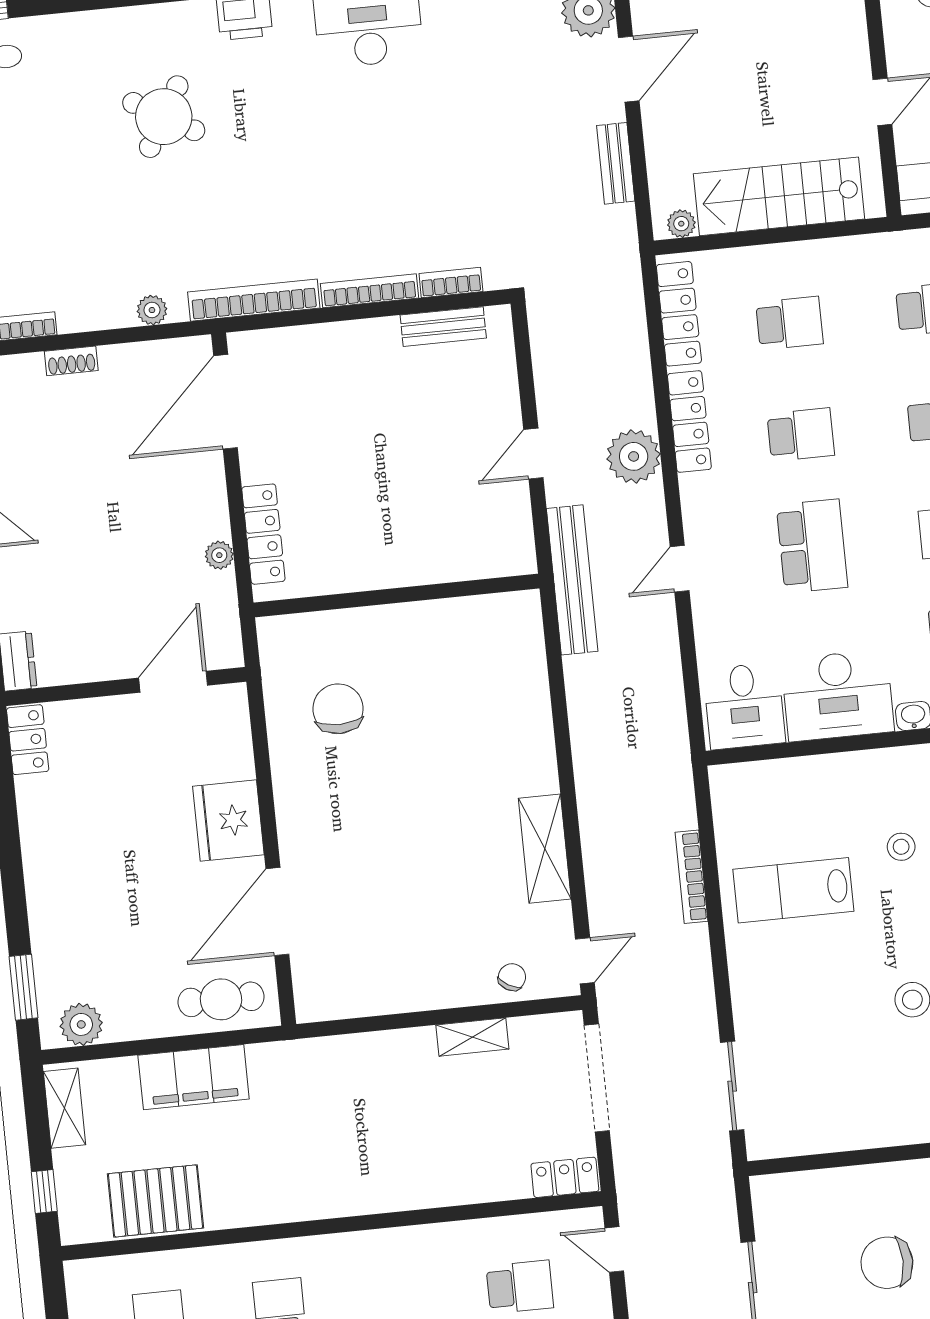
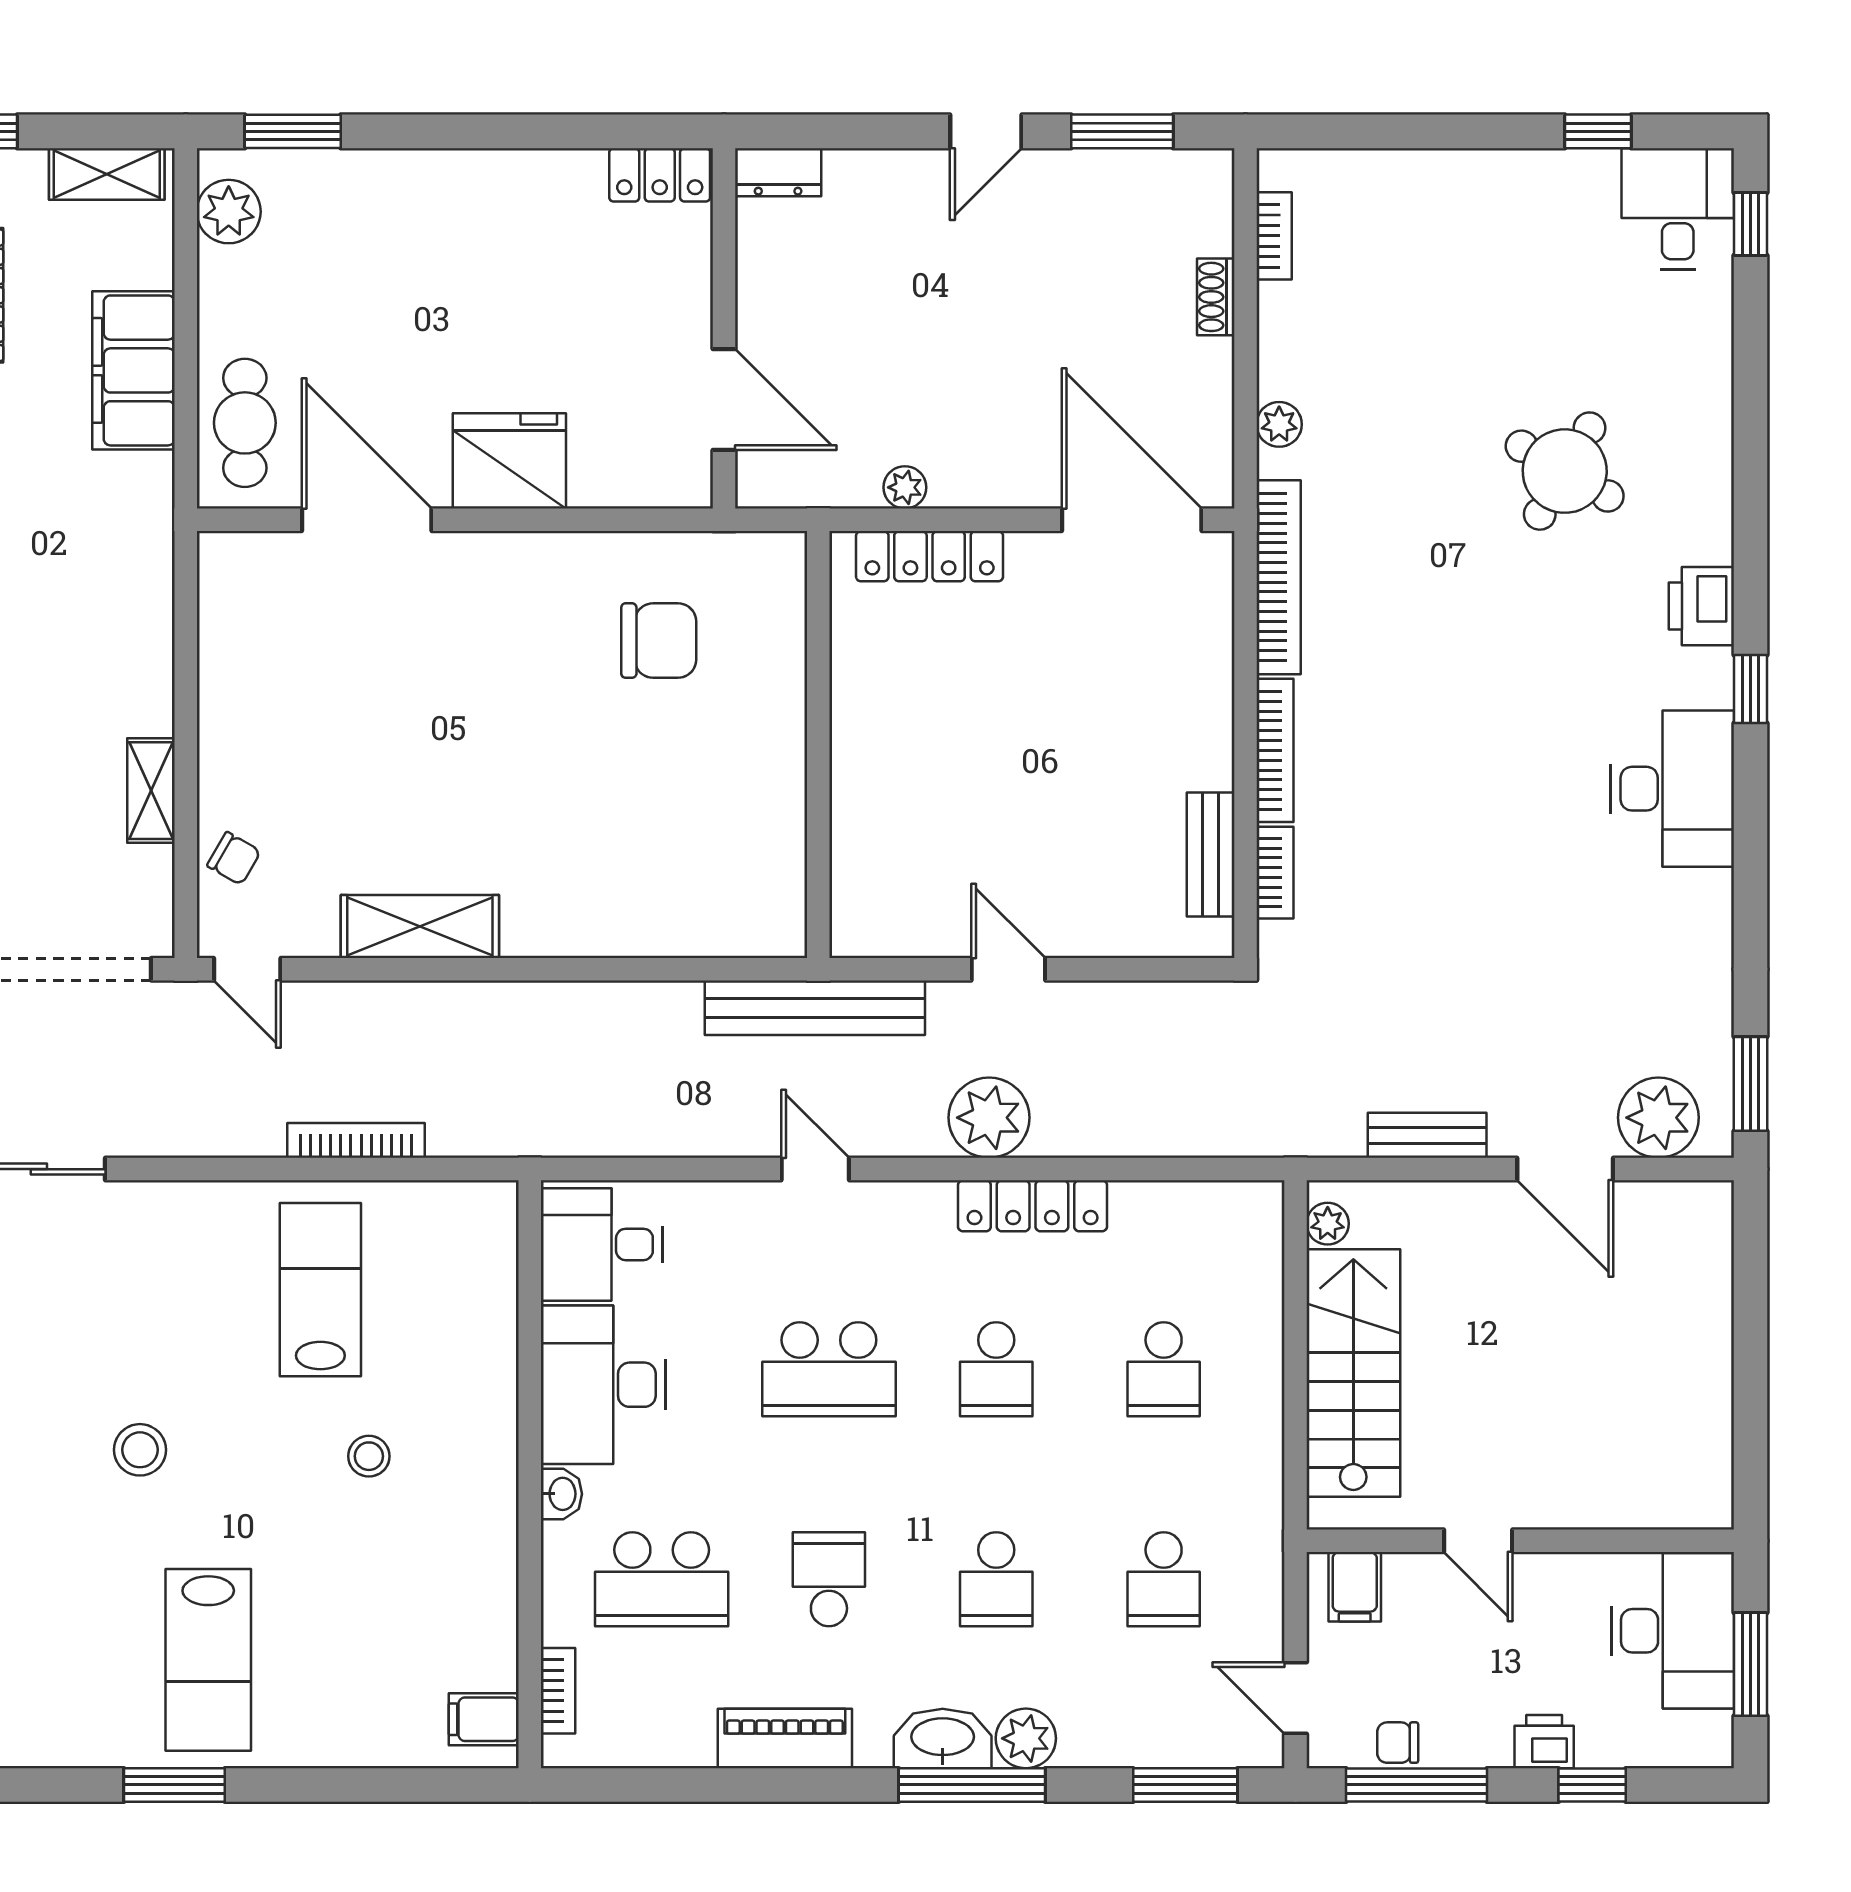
locker: (679, 314) -> (1194, 1206), removed

